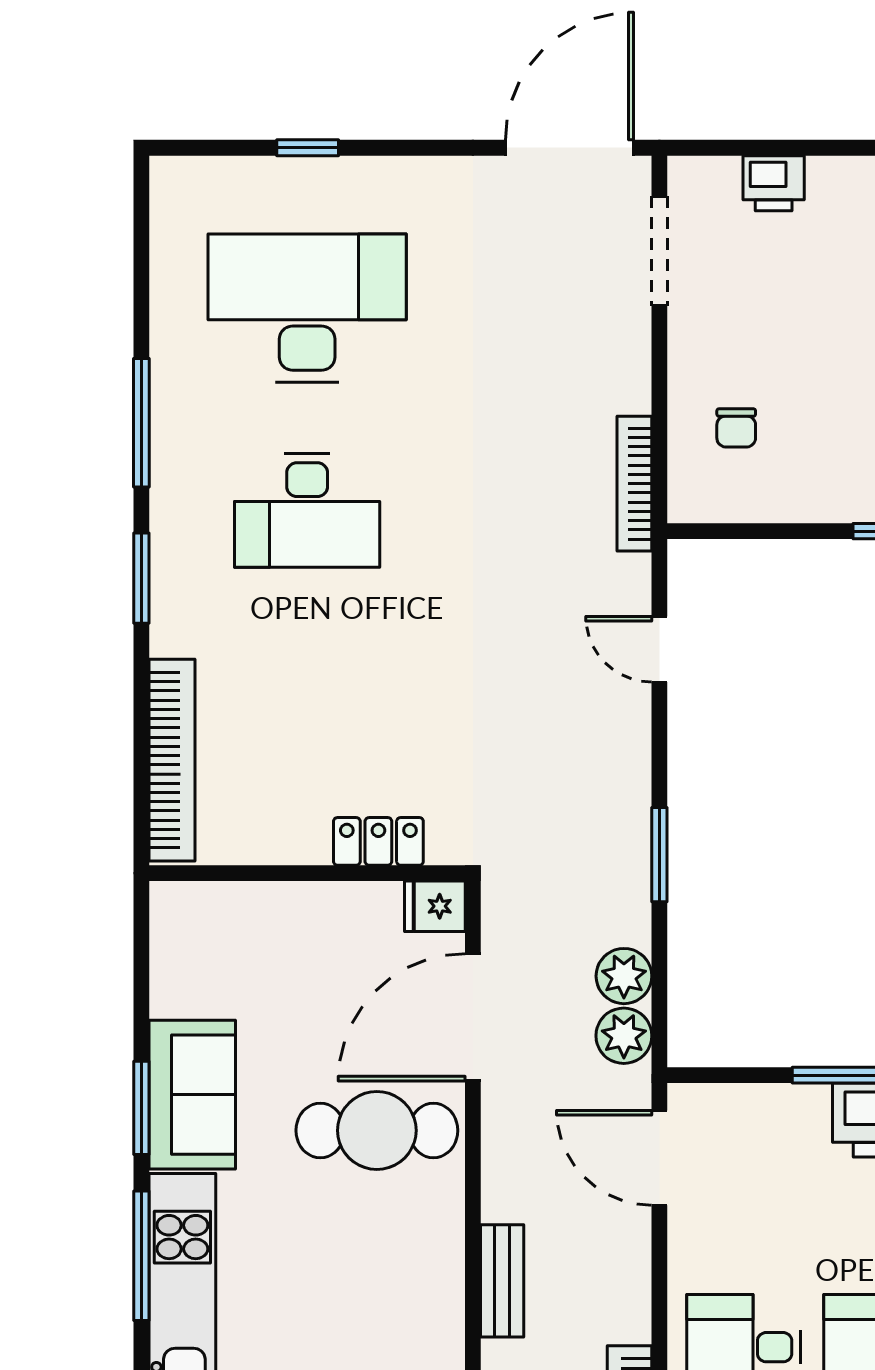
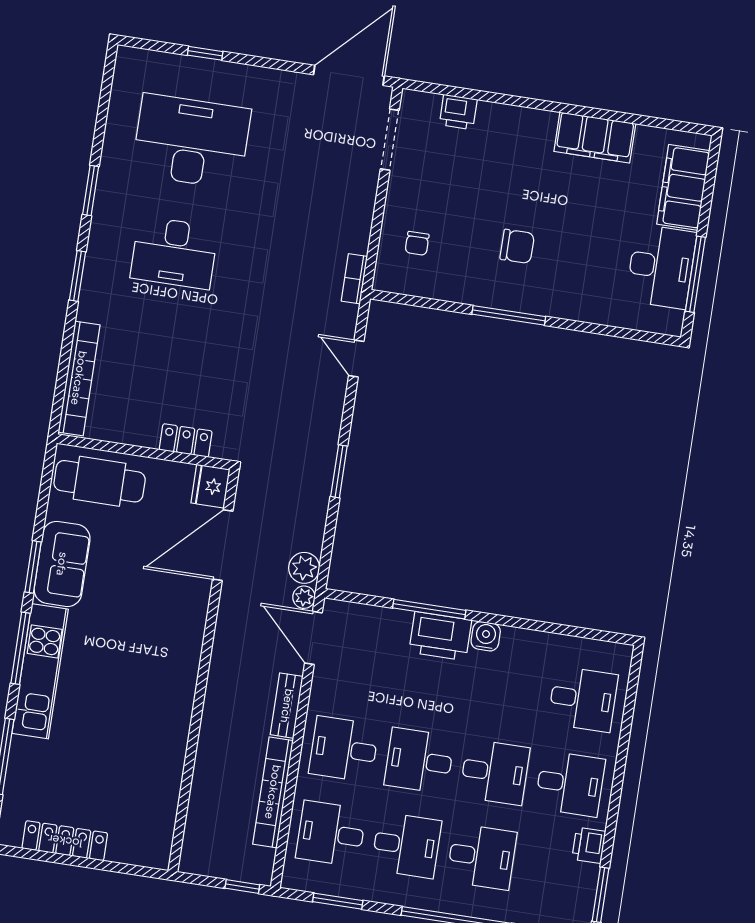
window: (141, 423) -> (91, 190), width x0.69
bookcase: (634, 484) -> (354, 279), width x0.64
fridge: (435, 906) -> (210, 486), width x1.38
plant: (624, 976) -> (304, 597), moved, width x0.73, depth x0.73
cafe table: (377, 1130) -> (100, 481), moved
bench: (502, 1281) -> (287, 706), moved

